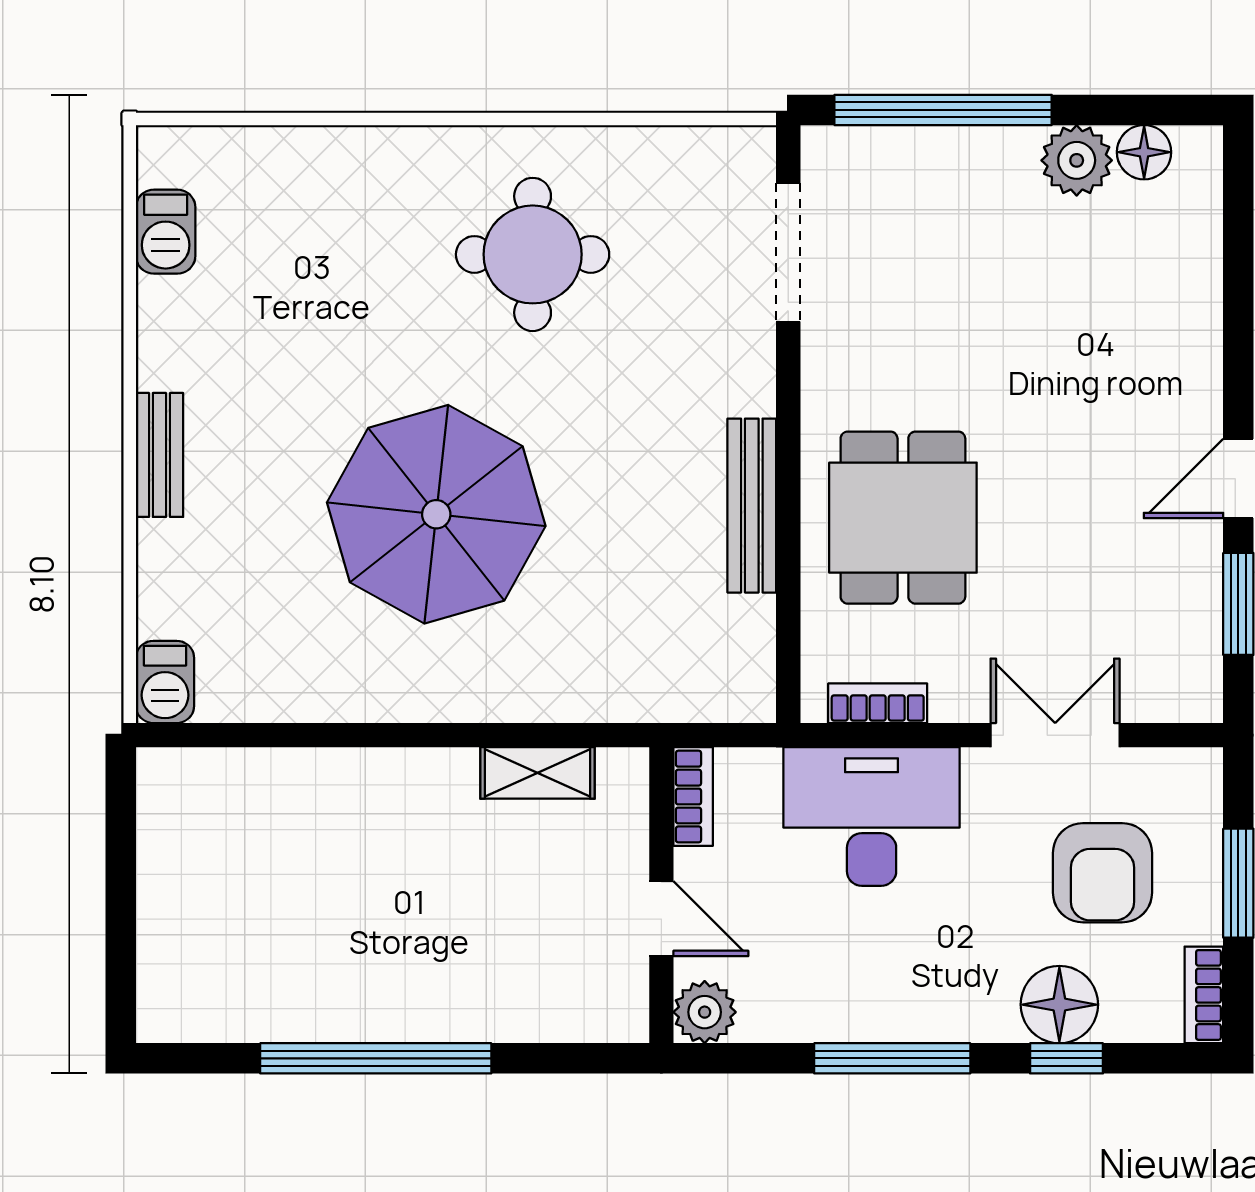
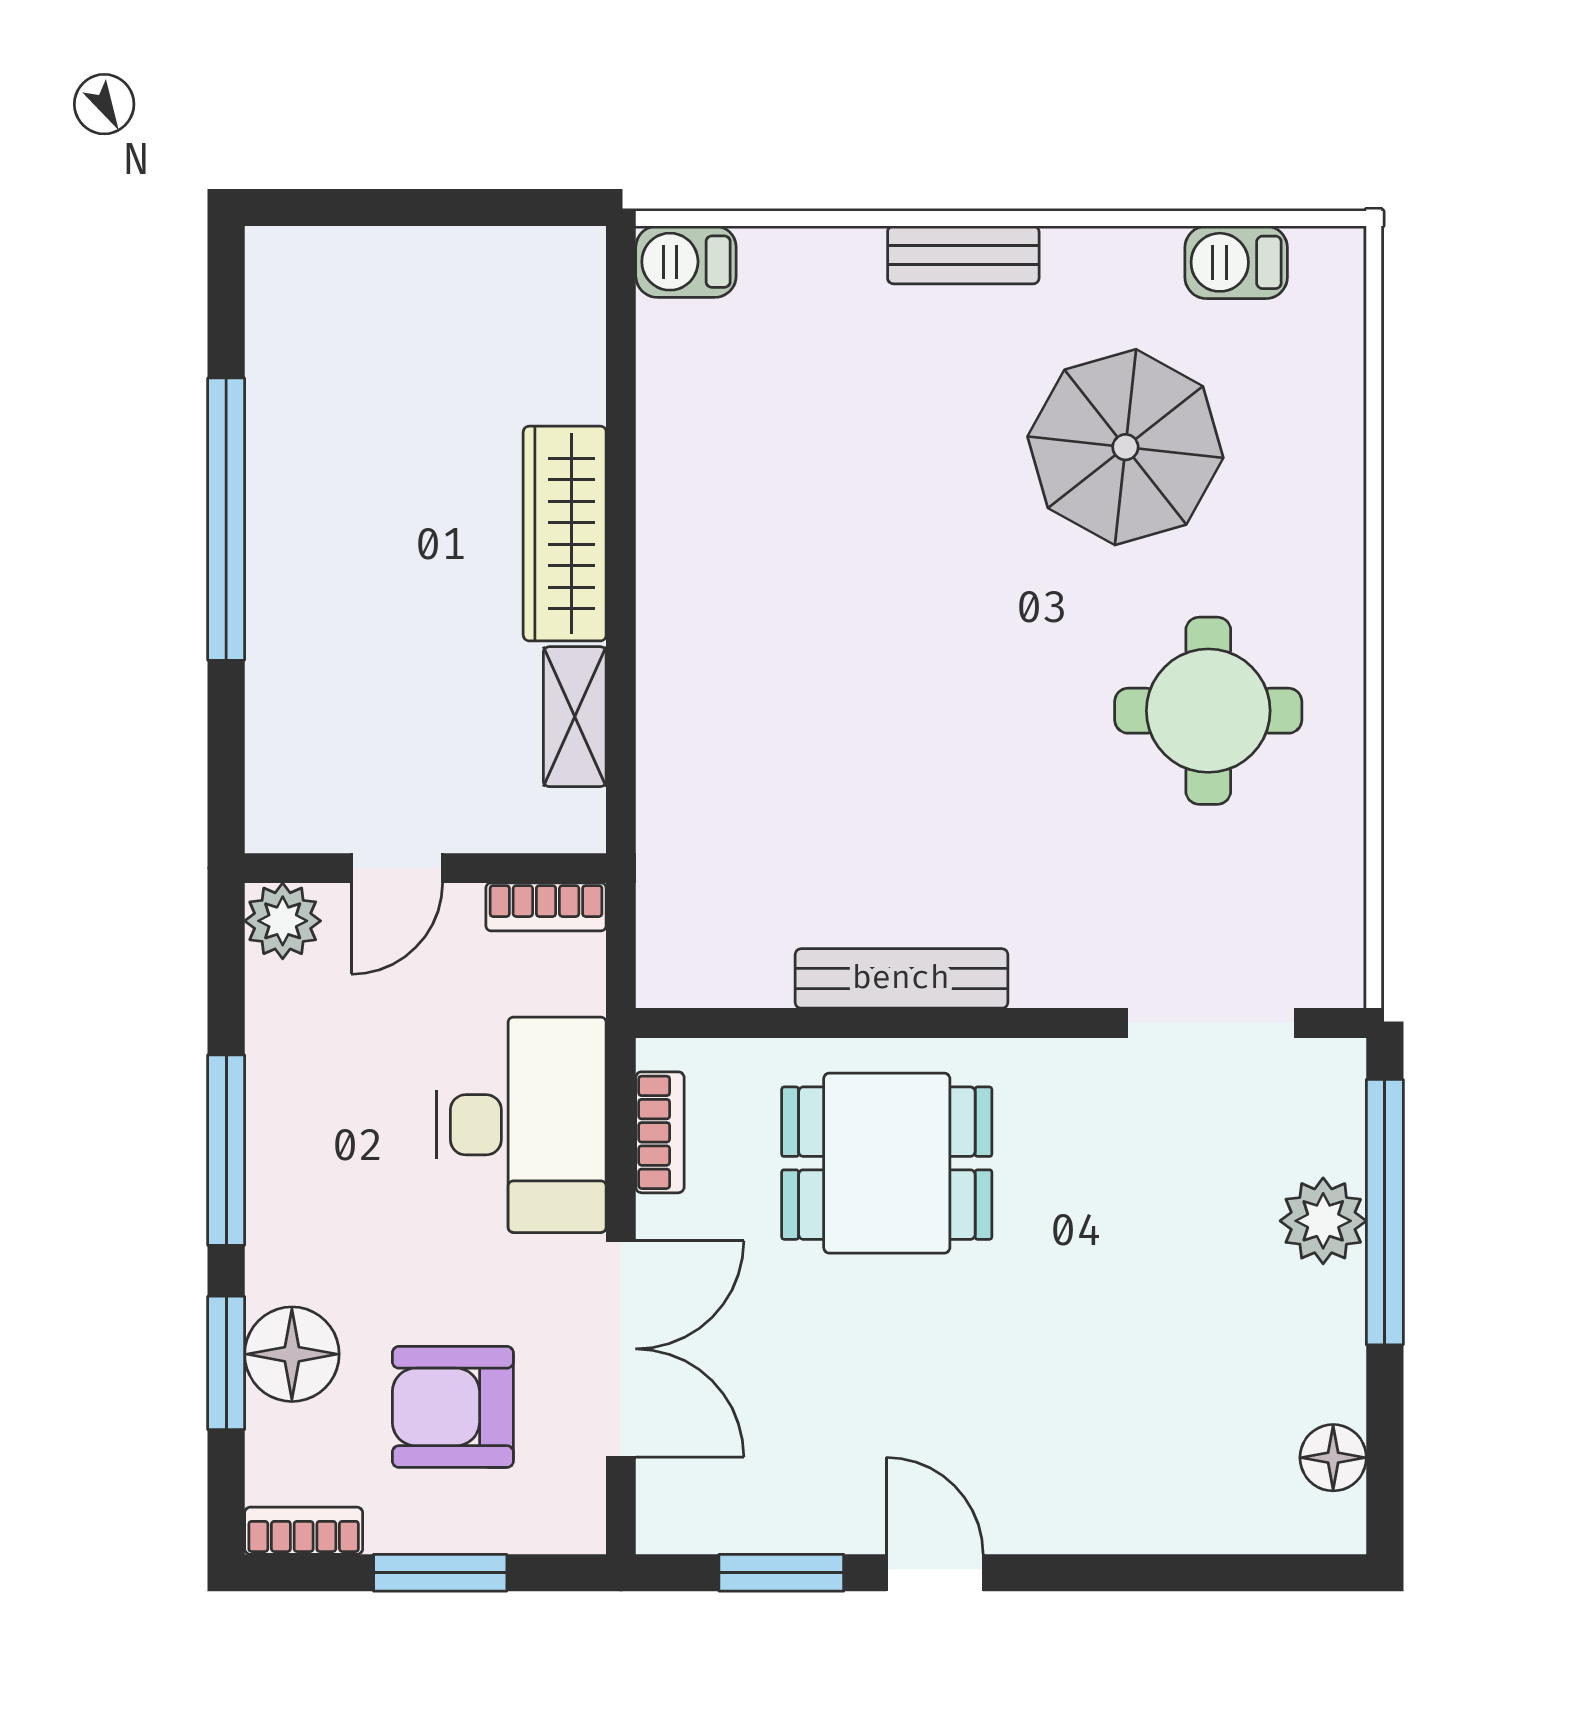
plant: (1077, 160) -> (1323, 1221), moved
parasol: (436, 514) -> (1125, 447), moved, width x0.73, depth x0.73
double door: (1055, 735) -> (621, 1349), width x1.37
wardrobe: (388, 781) -> (565, 534), added
window: (1066, 1058) -> (226, 1363), width x1.50

